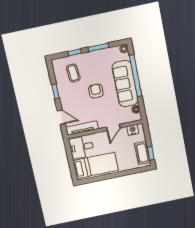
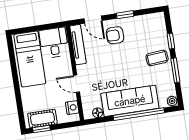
coffee table: (73, 73) -> (157, 58), moved
armchair: (96, 91) -> (115, 35), moved, turned 180
door: (61, 117) -> (93, 20), hinge flipped

